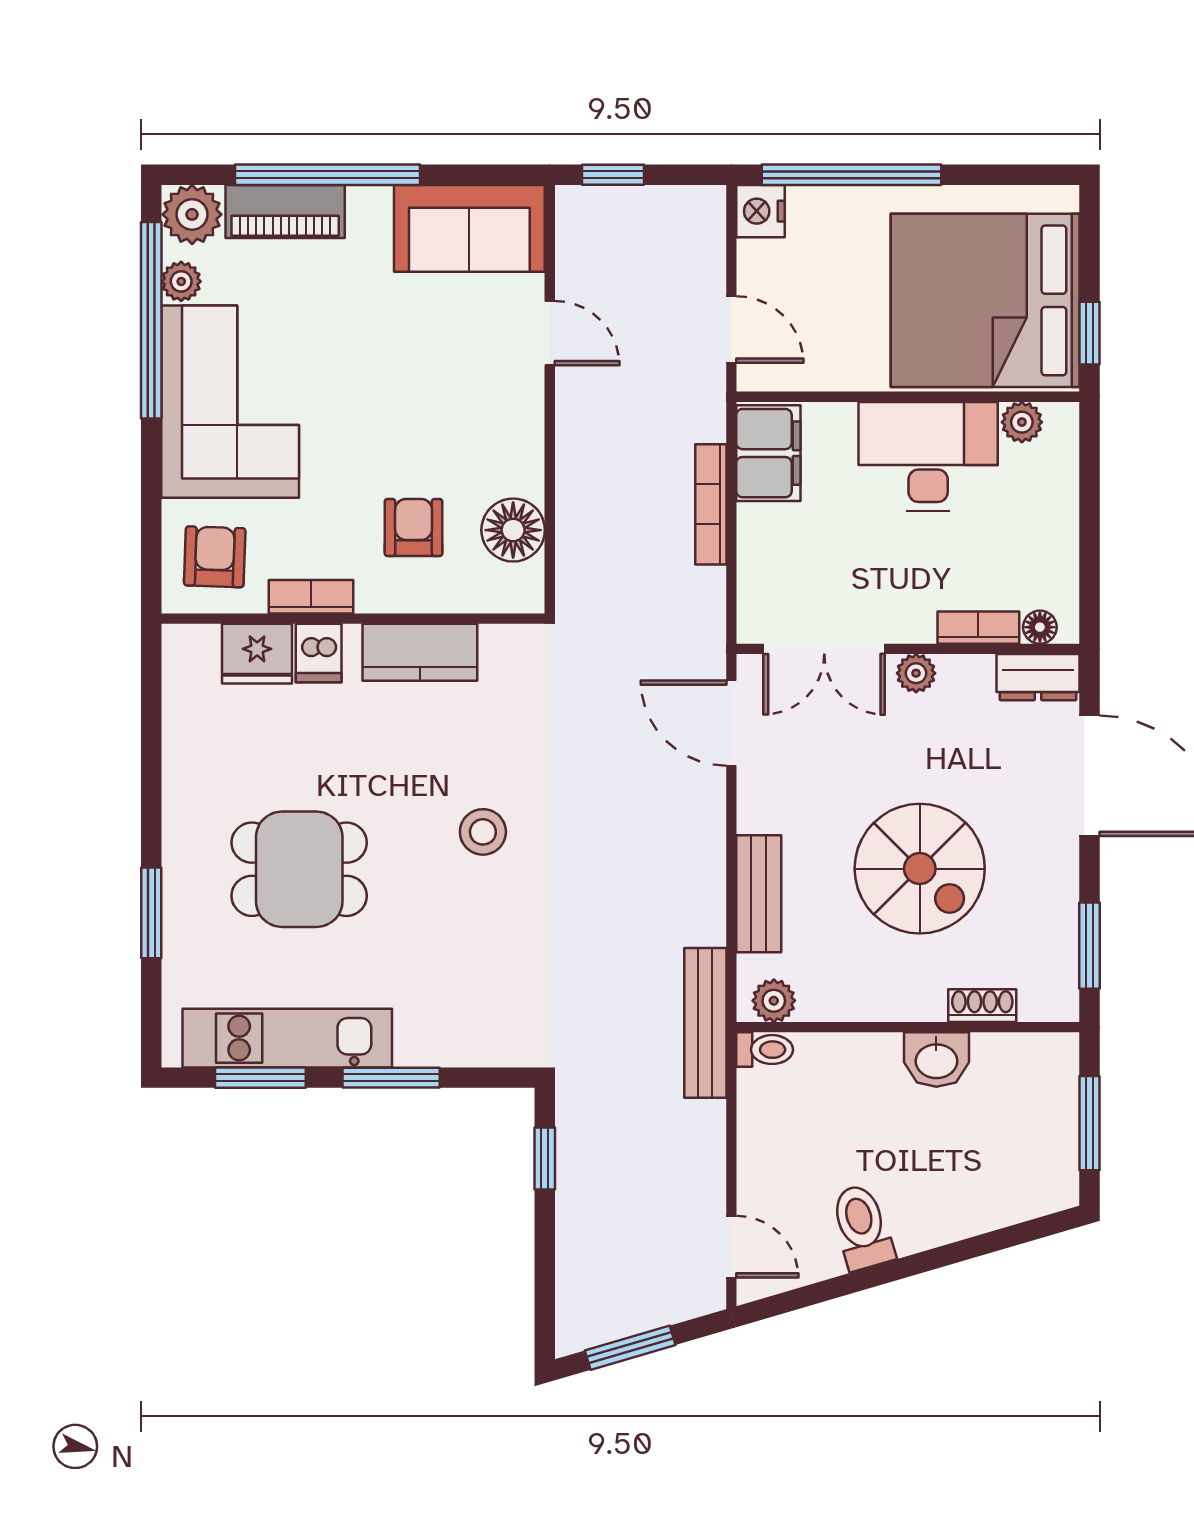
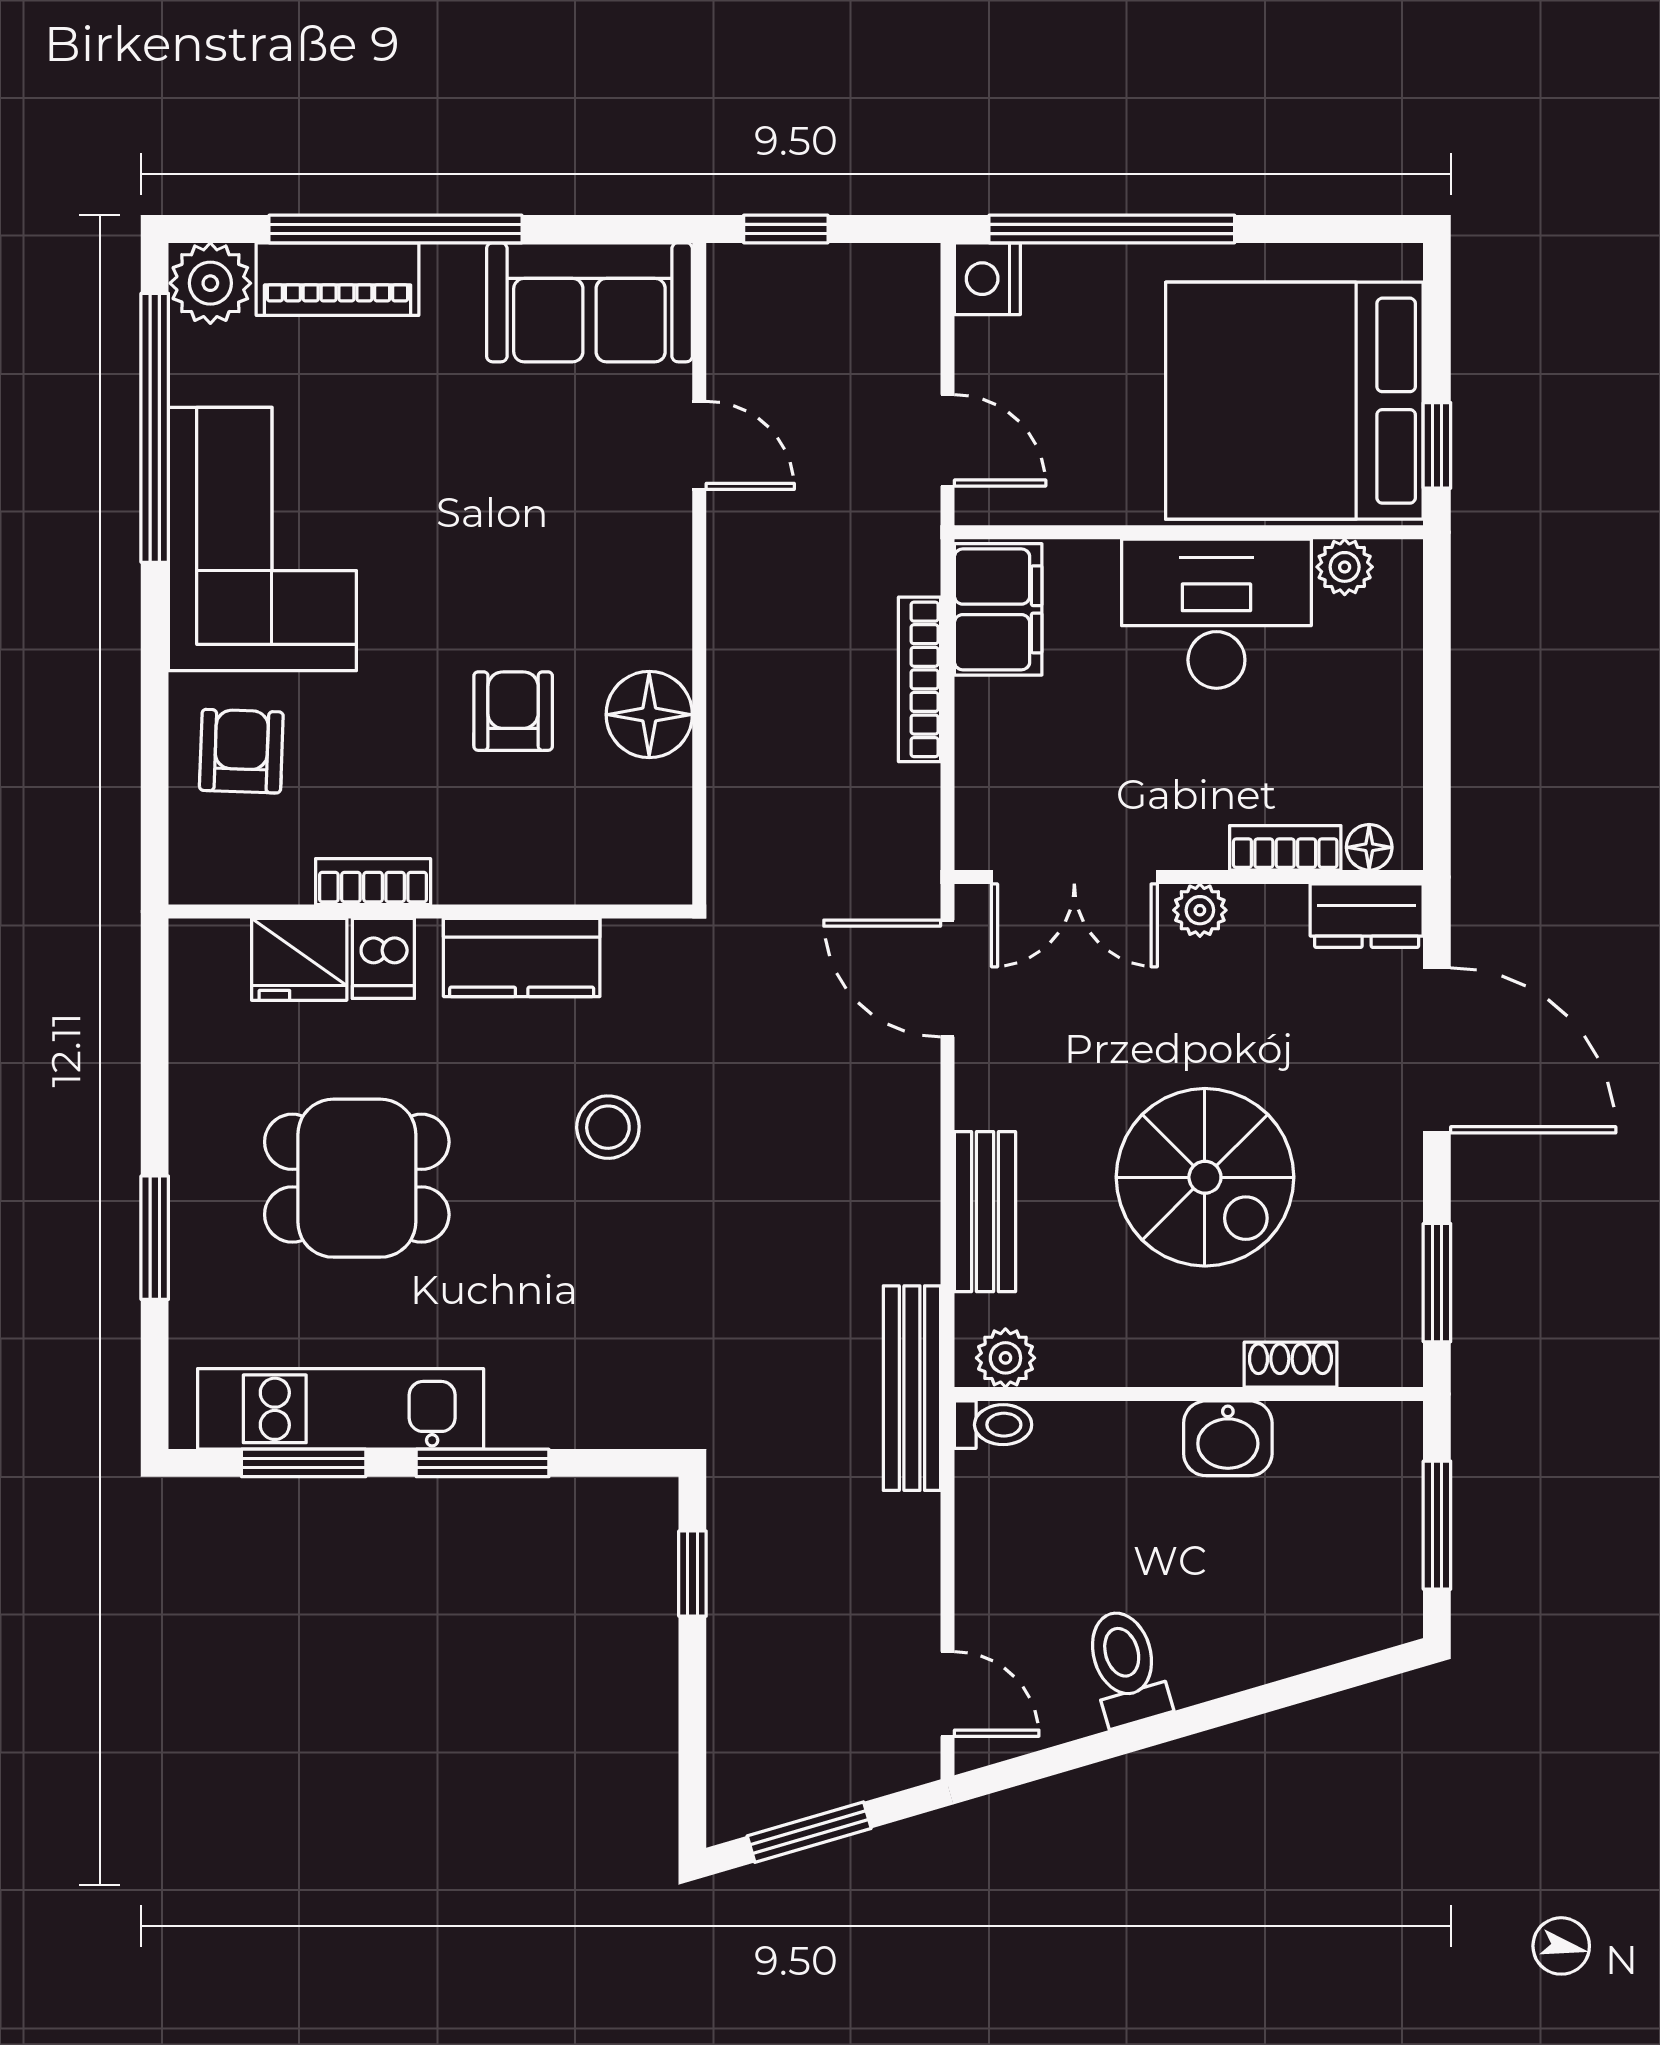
plant: (181, 281) -> (196, 375), removed
bookcase: (311, 597) -> (373, 882), moved
wall: (353, 619) -> (430, 911), moved
kitchen counter: (420, 652) -> (522, 957), moved
dishwasher: (319, 653) -> (383, 958), moved
fridge: (257, 654) -> (299, 959), moved

